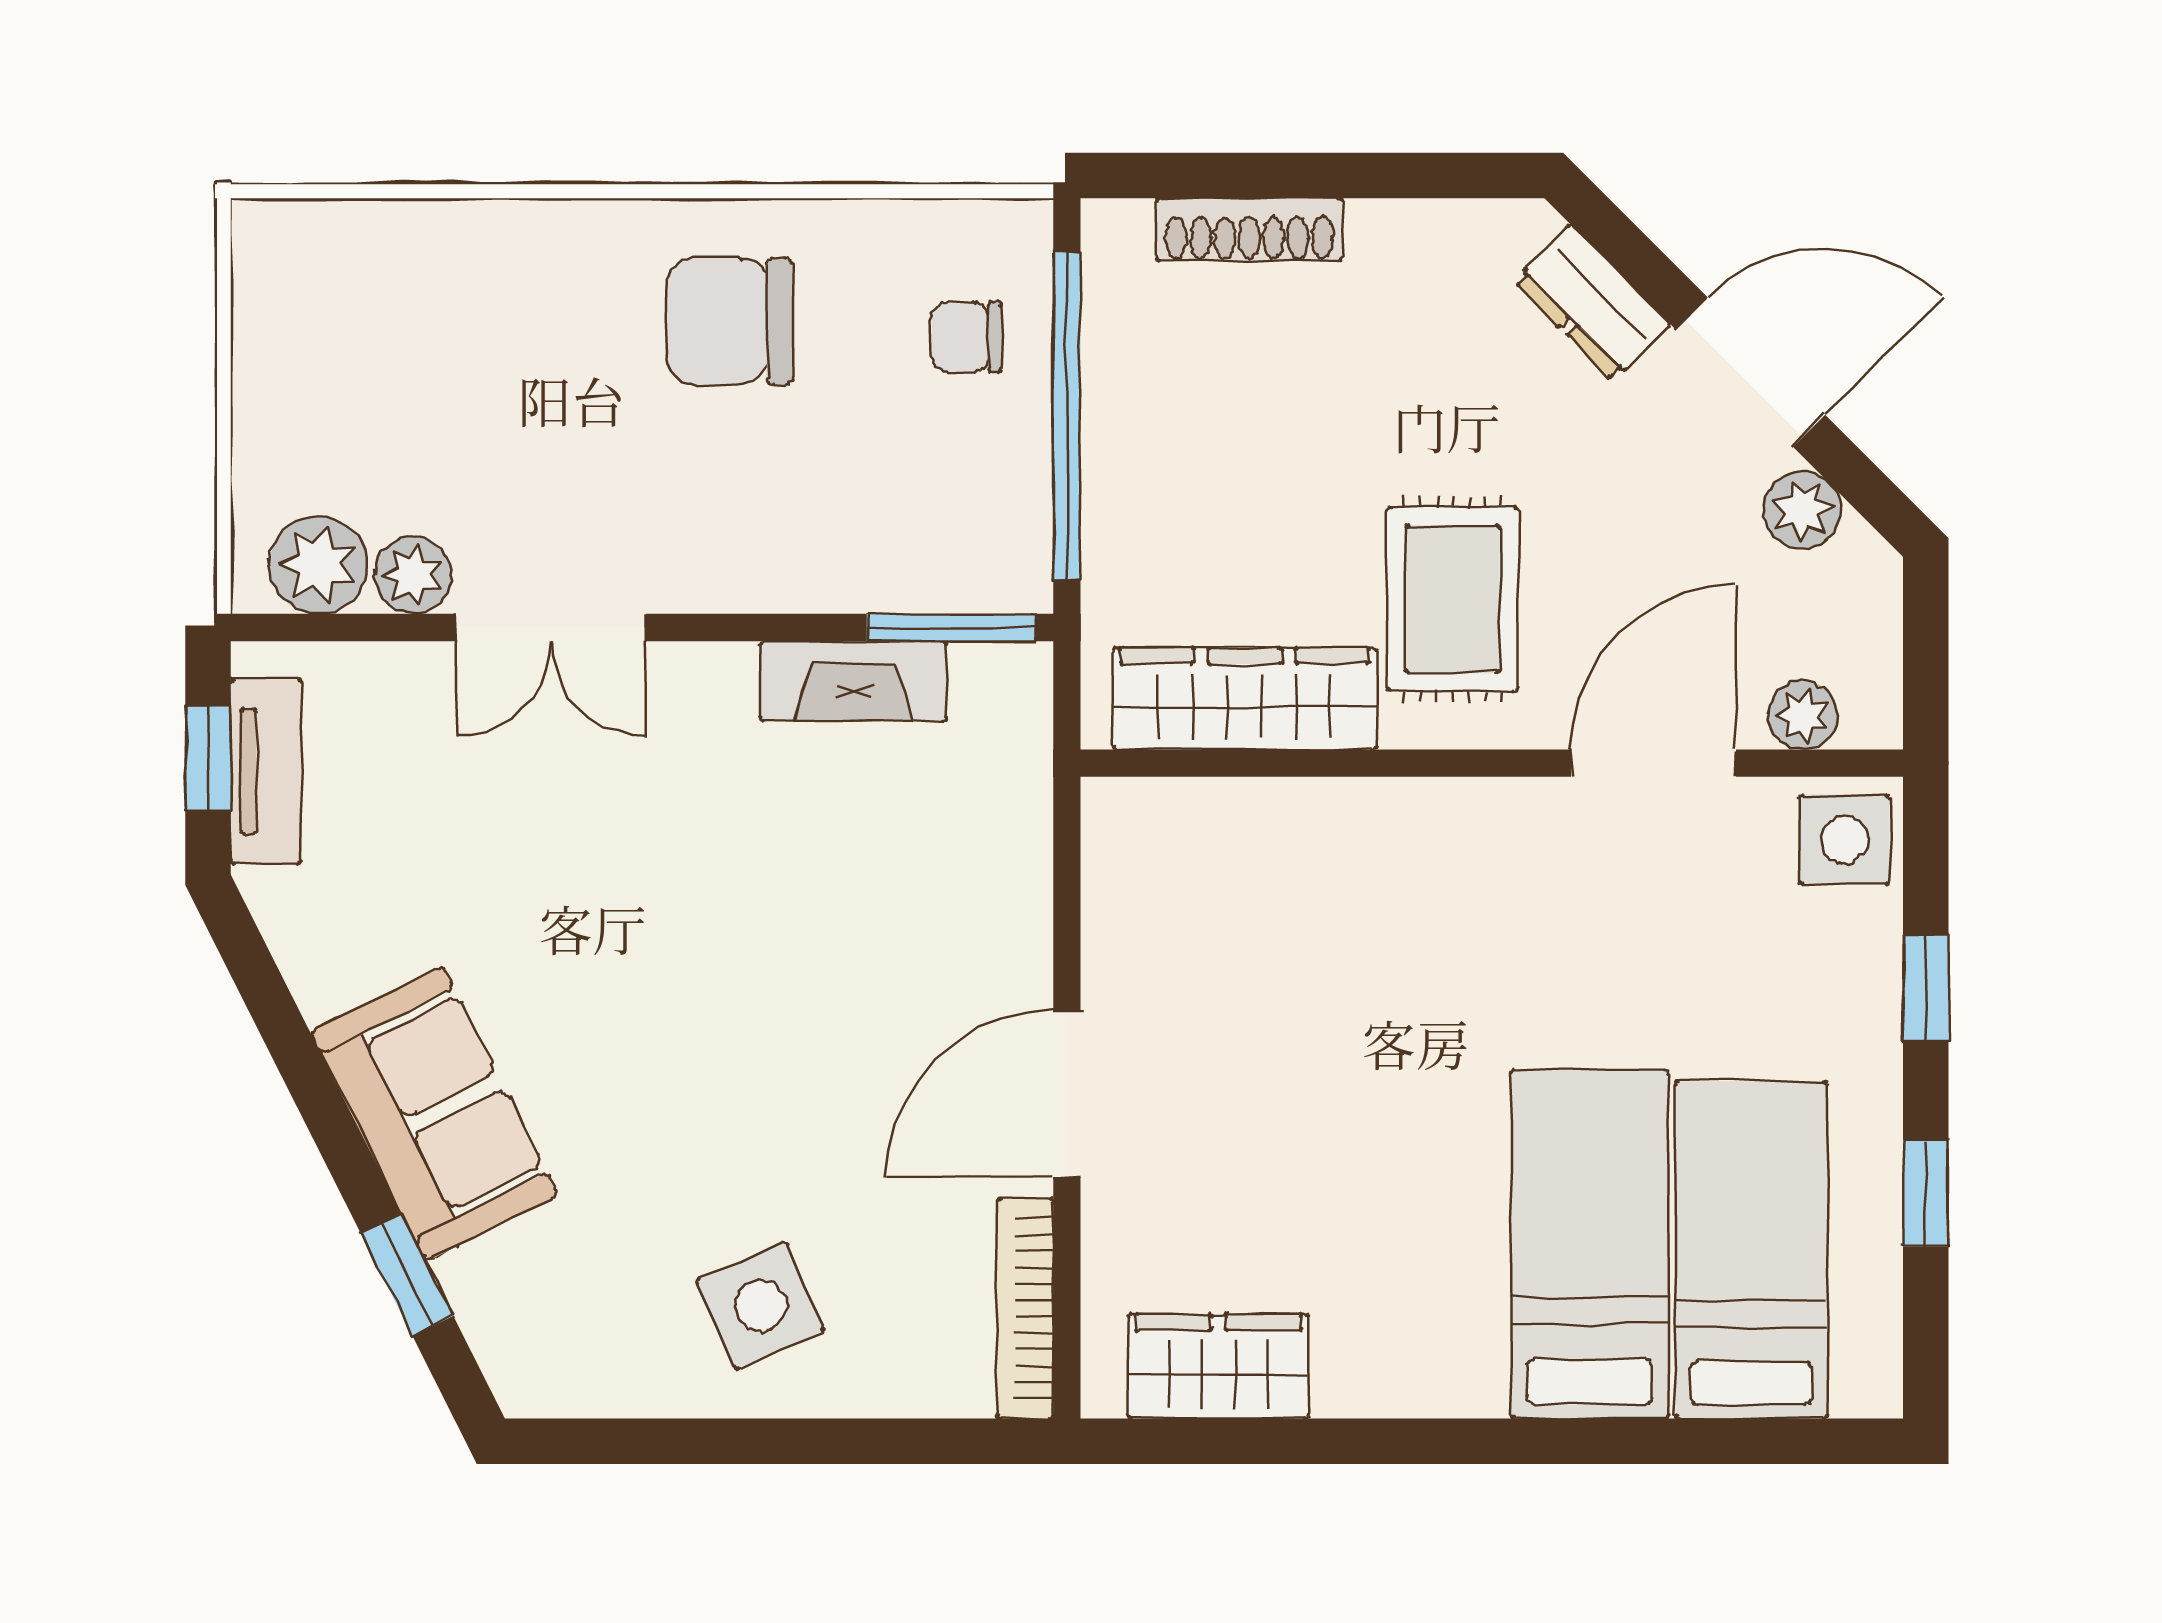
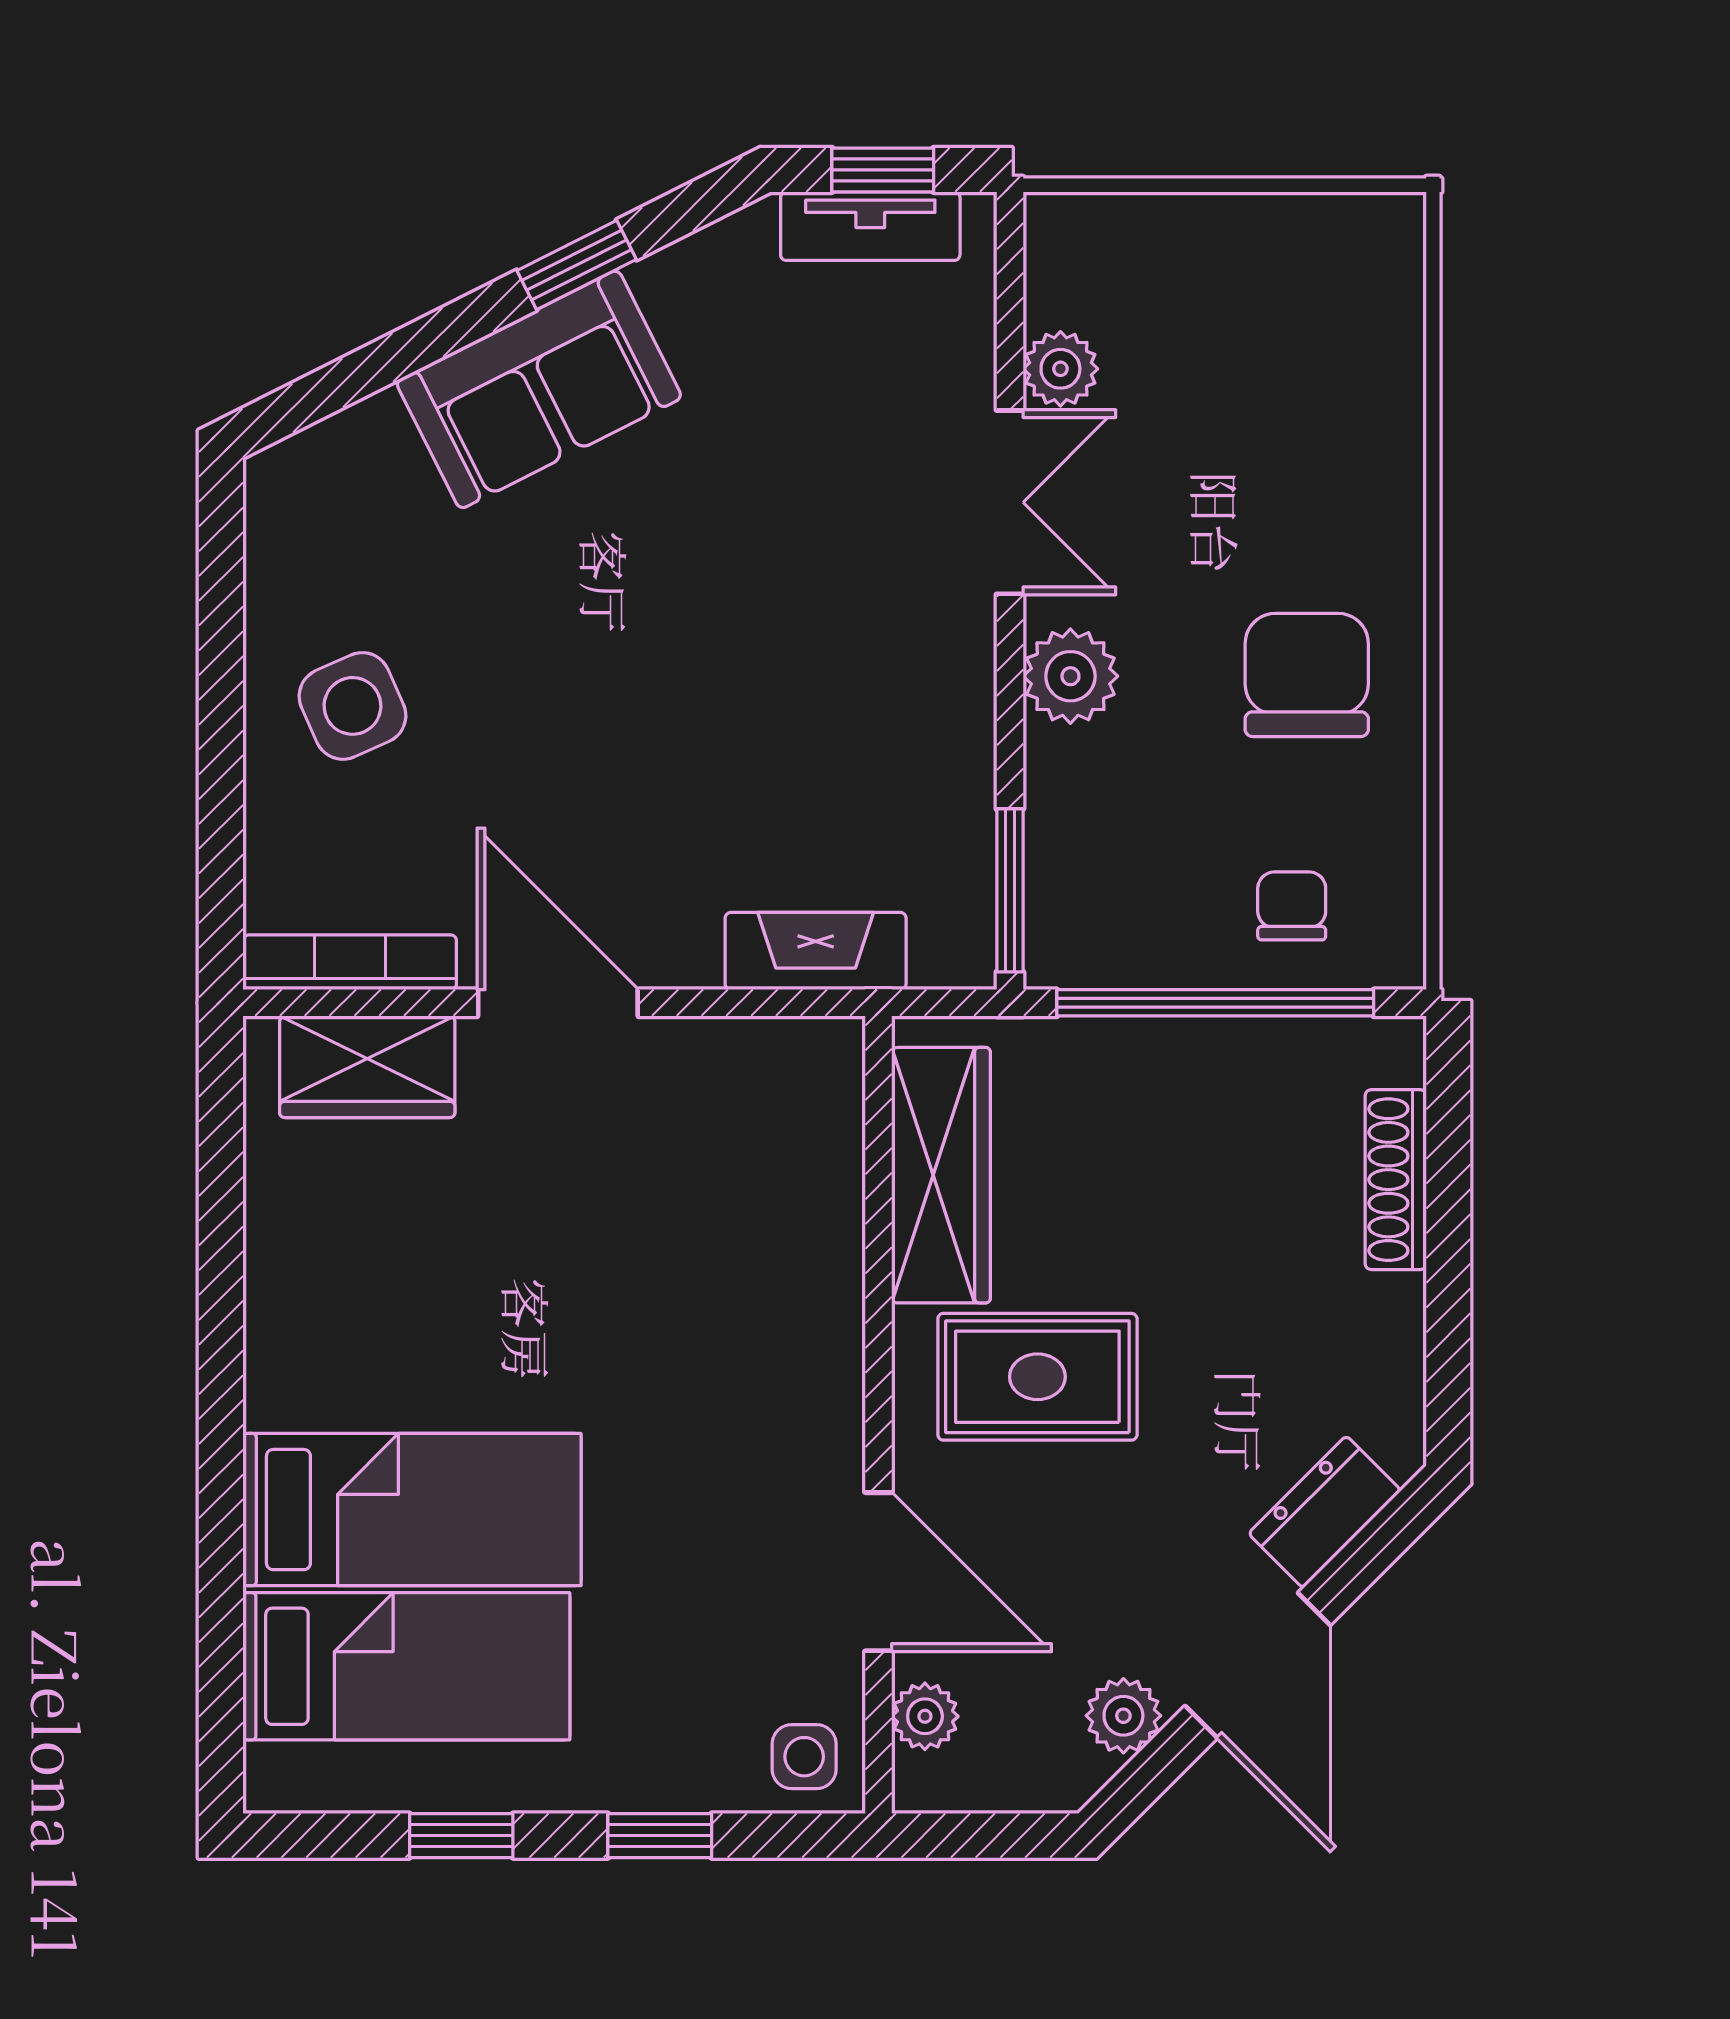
plant: (318, 565) -> (1070, 676), moved
double door: (551, 627) -> (1010, 502), swing flipped
fireplace: (854, 681) -> (816, 951), moved, turned 90
side table: (1844, 840) -> (804, 1757), width x0.73, depth x0.73
window: (407, 1275) -> (577, 265), moved
wardrobe: (1218, 1366) -> (367, 1067), moved, turned 90

